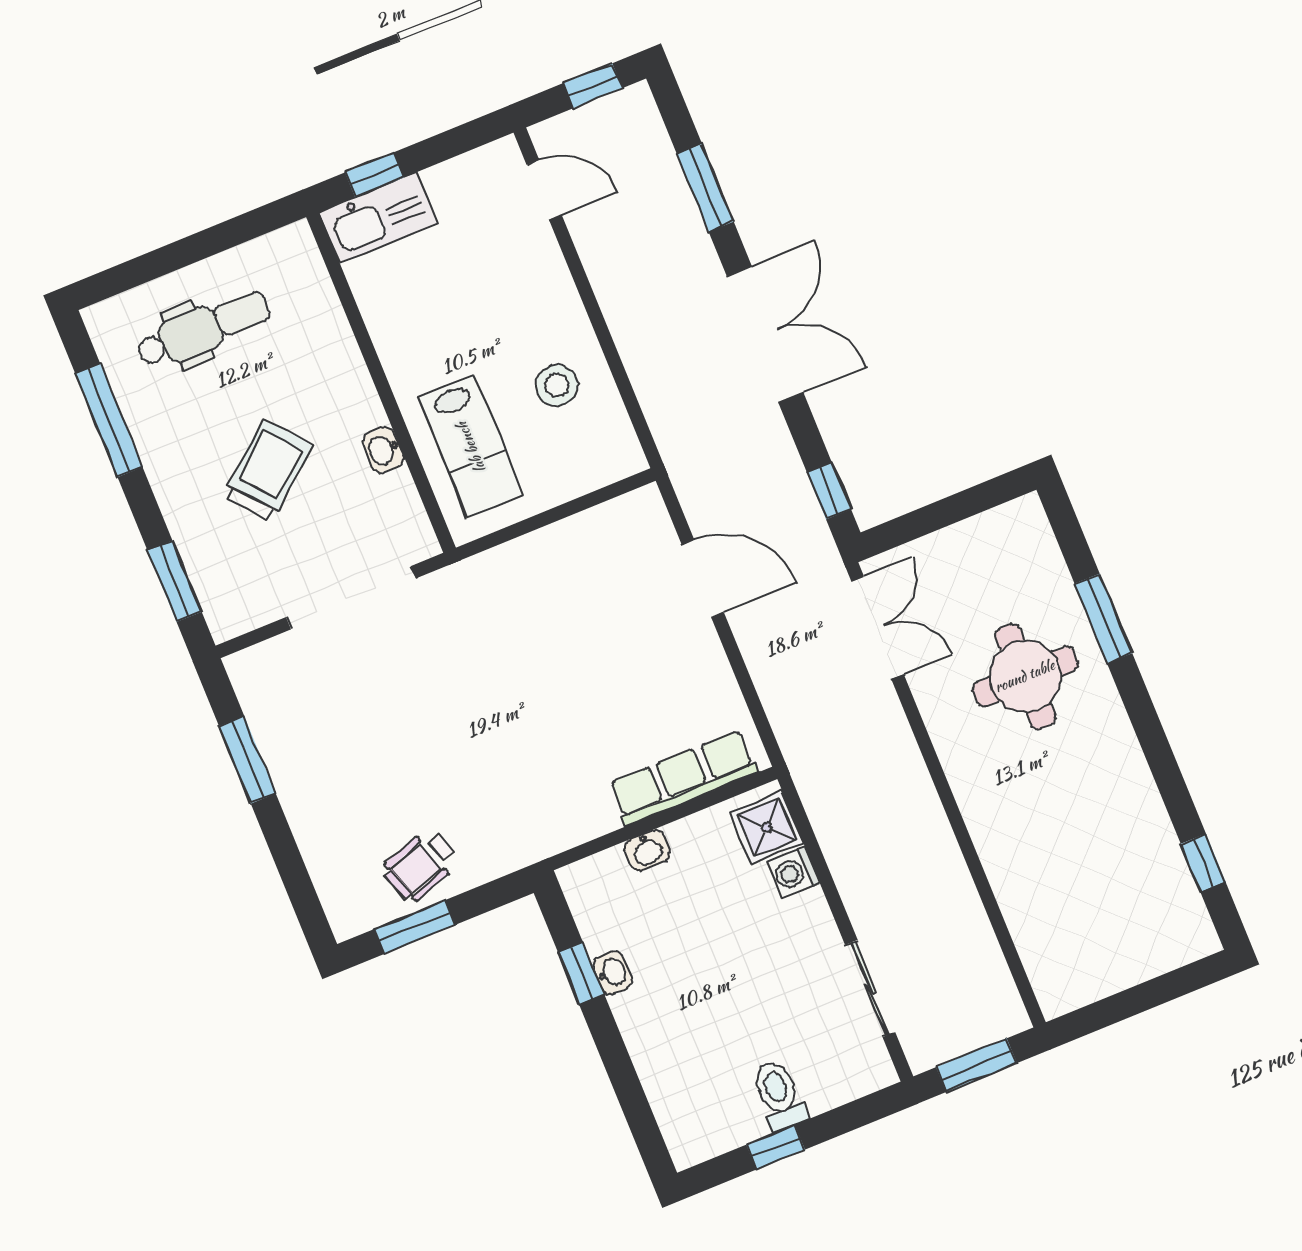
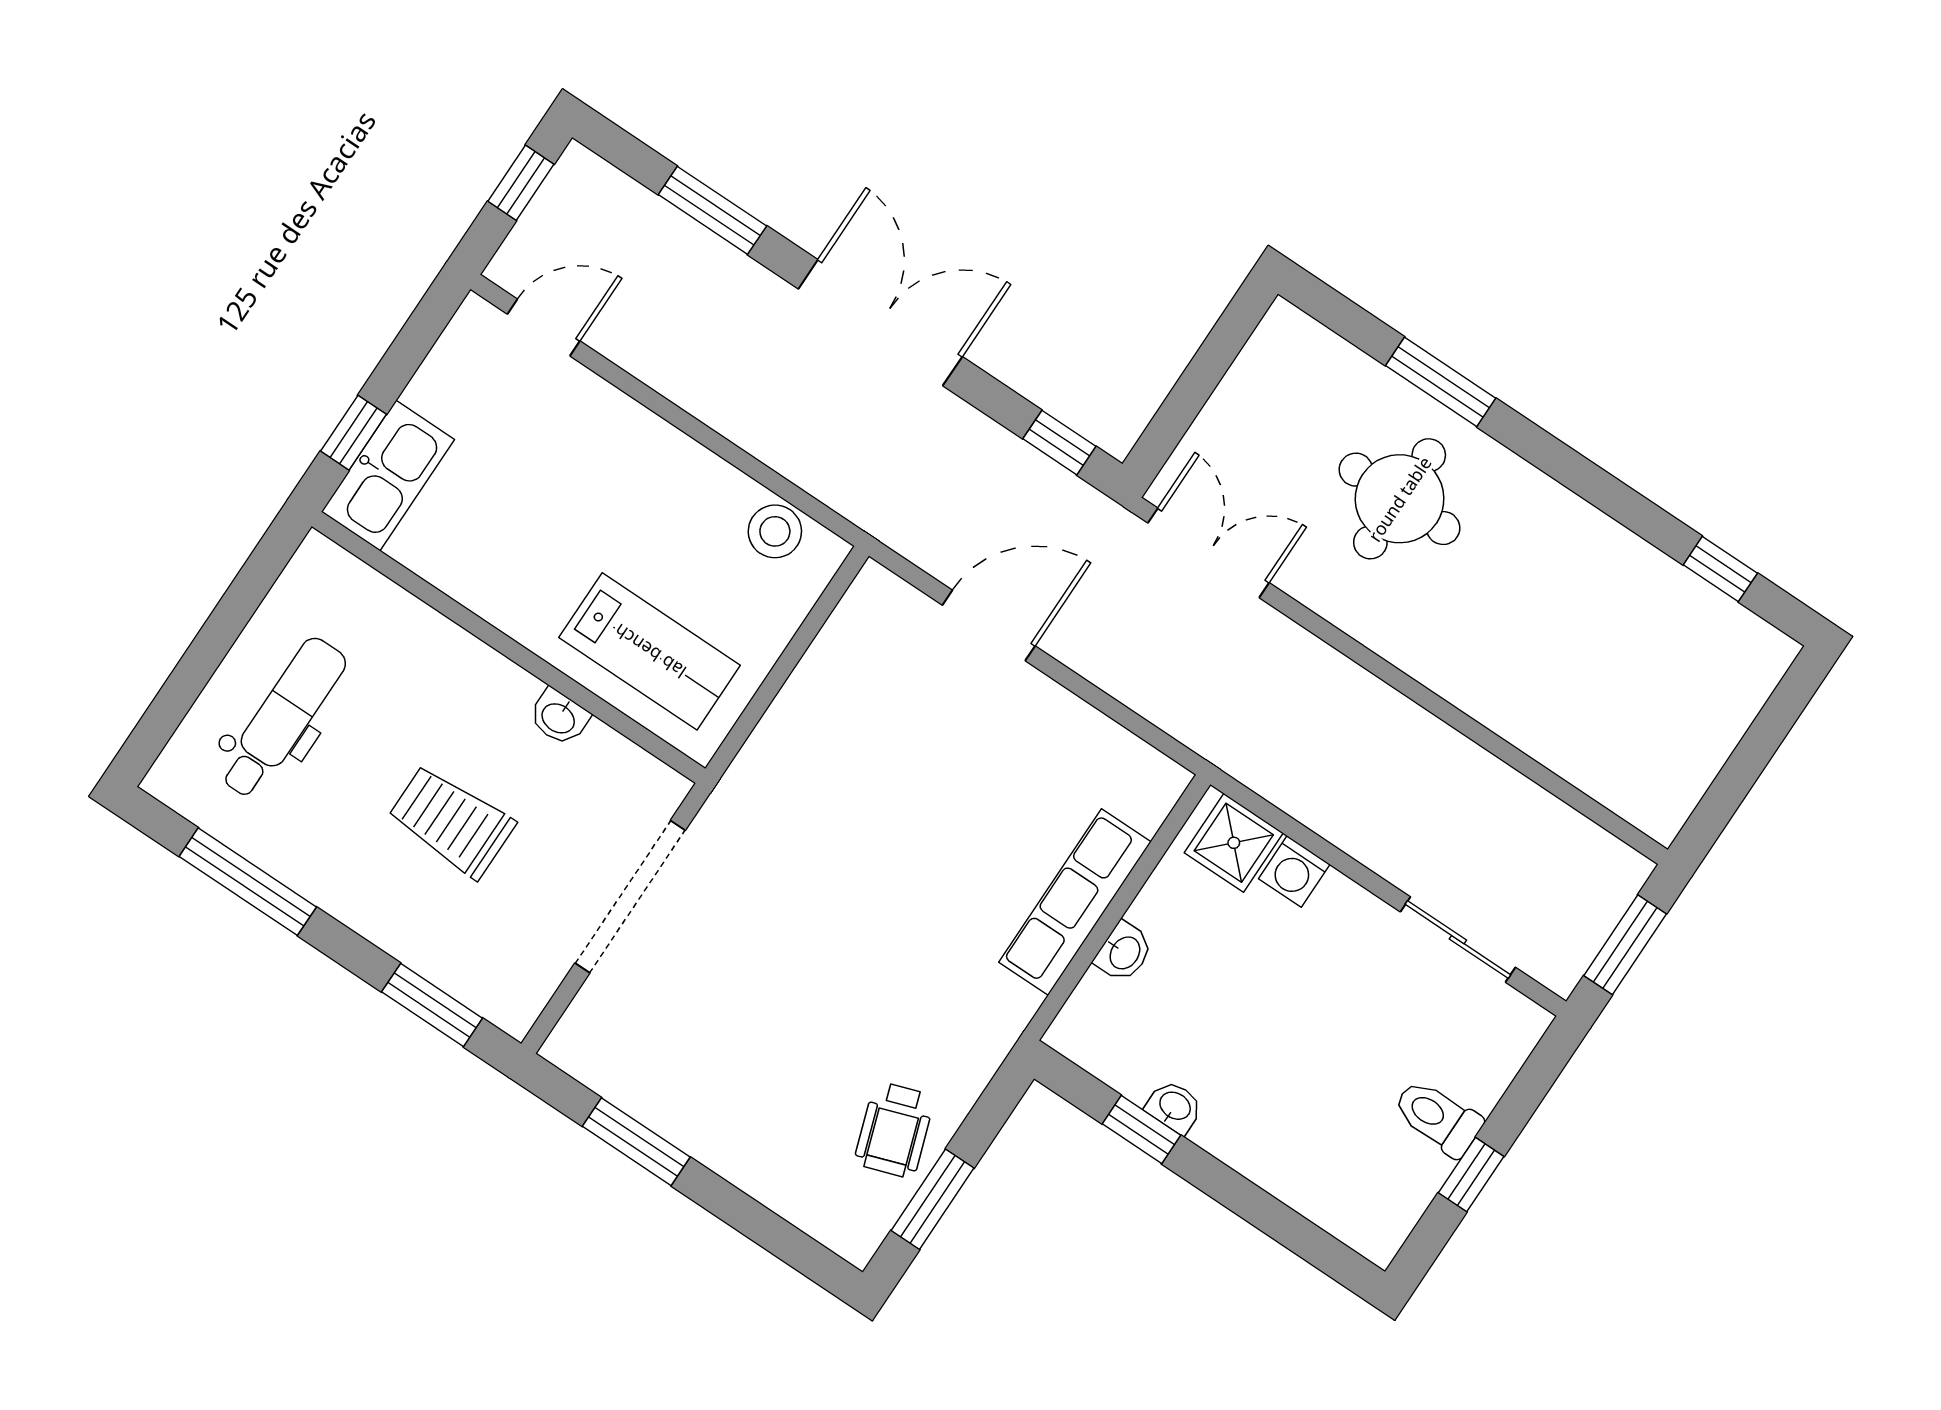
stool: (557, 385) -> (775, 531), moved
trolley: (268, 470) -> (451, 821), turned -50
row of seats: (683, 778) -> (1075, 902), moved

